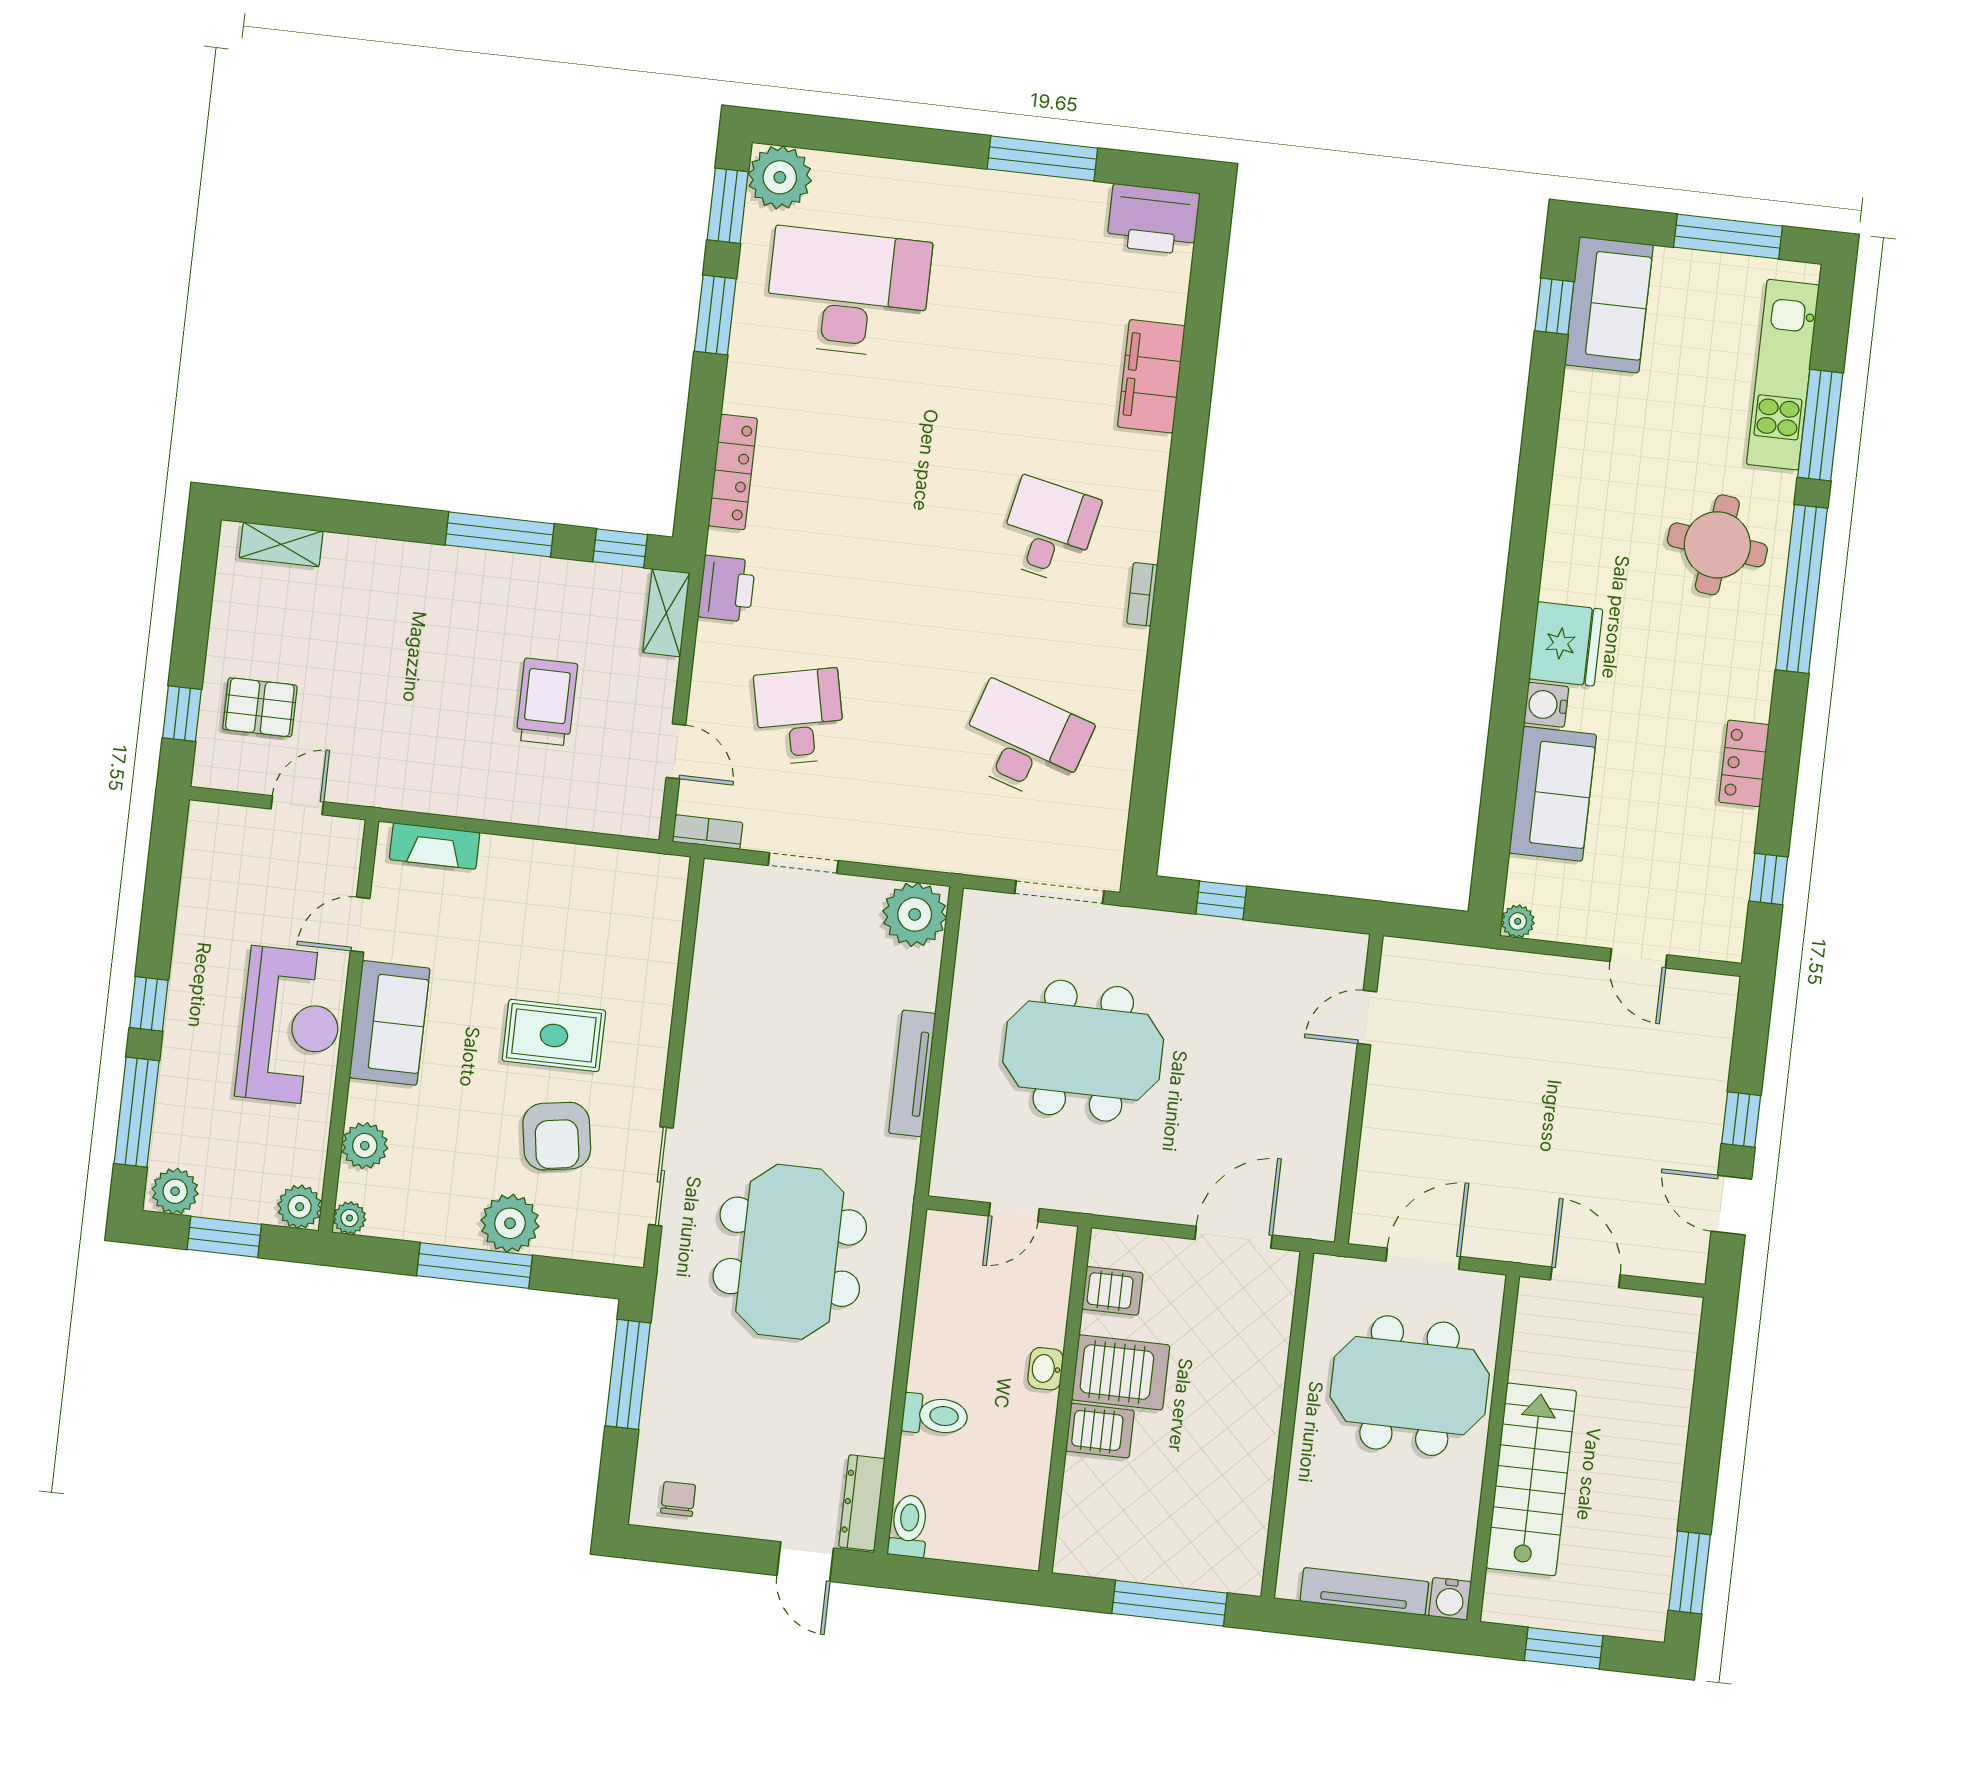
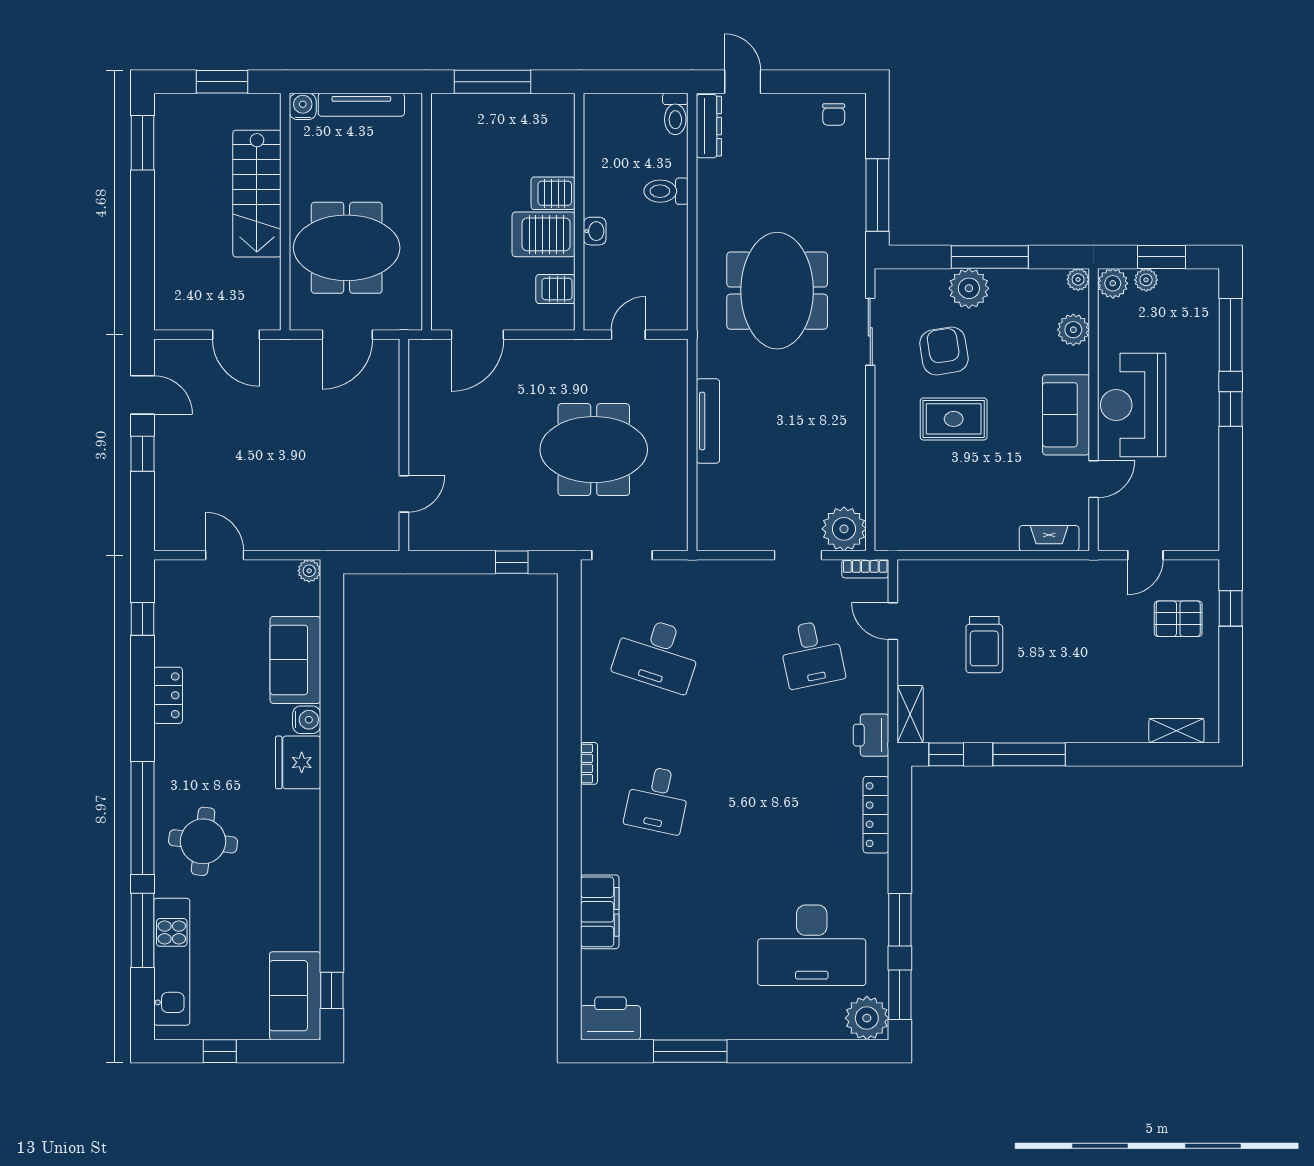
window: (1728, 237) -> (220, 1051), width x0.46
plant: (915, 914) -> (844, 529), moved
plant: (175, 1191) -> (1146, 280), moved, width x0.73, depth x0.73

